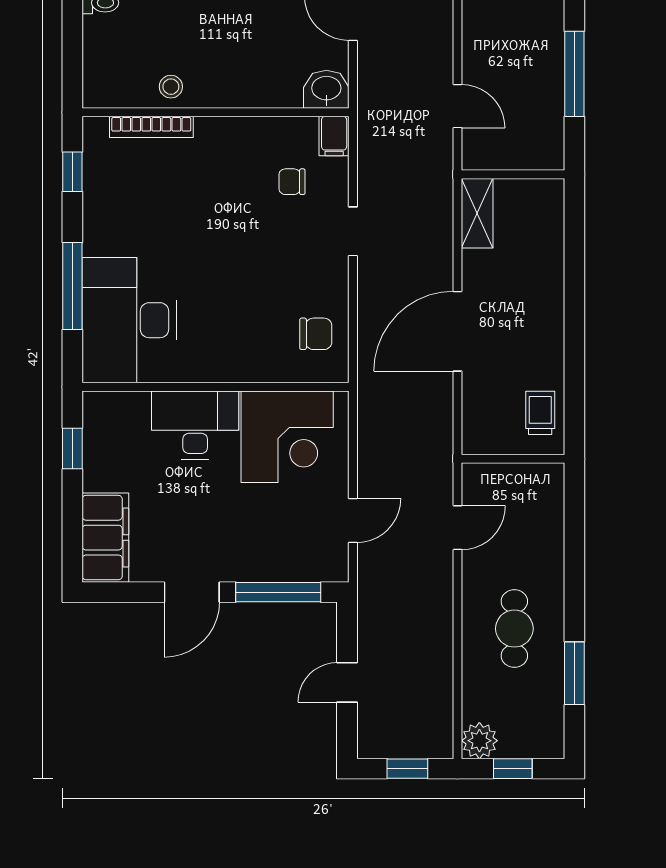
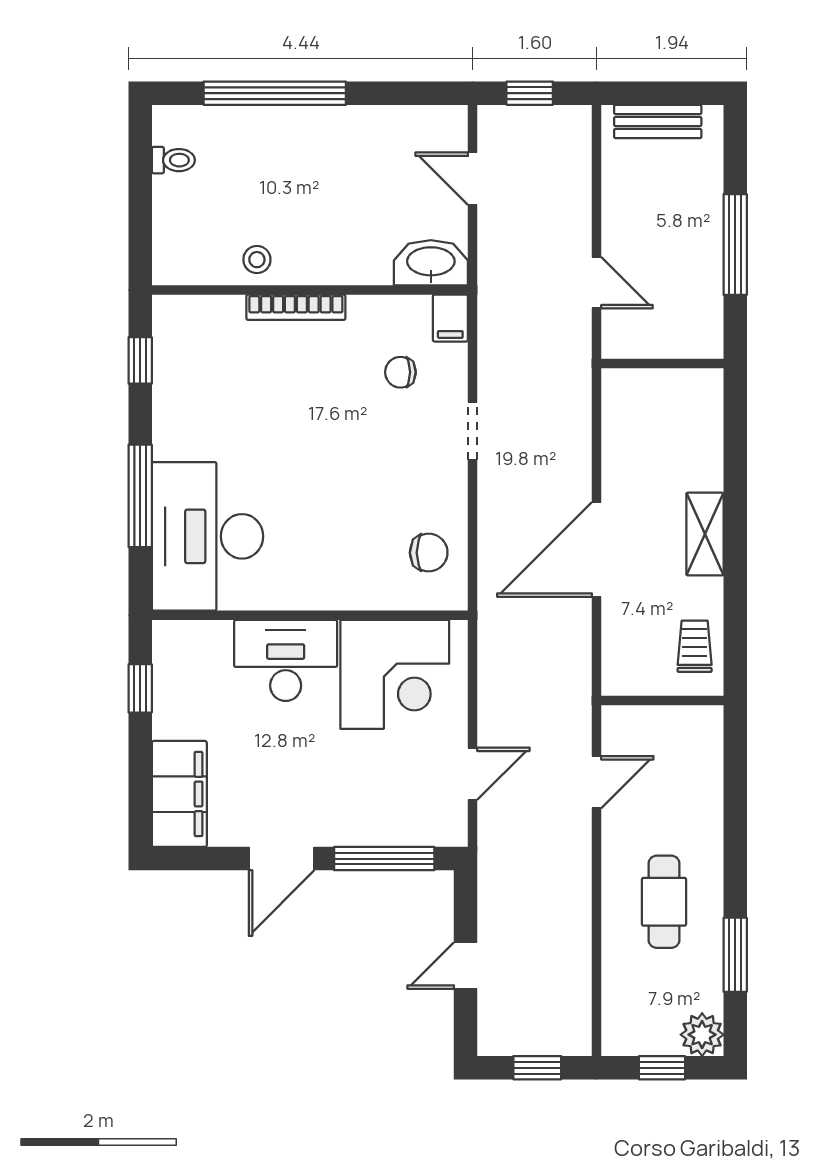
washbasin: (326, 89) -> (431, 263), width x1.38
bookcase: (151, 127) -> (296, 307), moved
shelving: (477, 213) -> (705, 534), moved
plant: (479, 741) -> (702, 1035), moved

